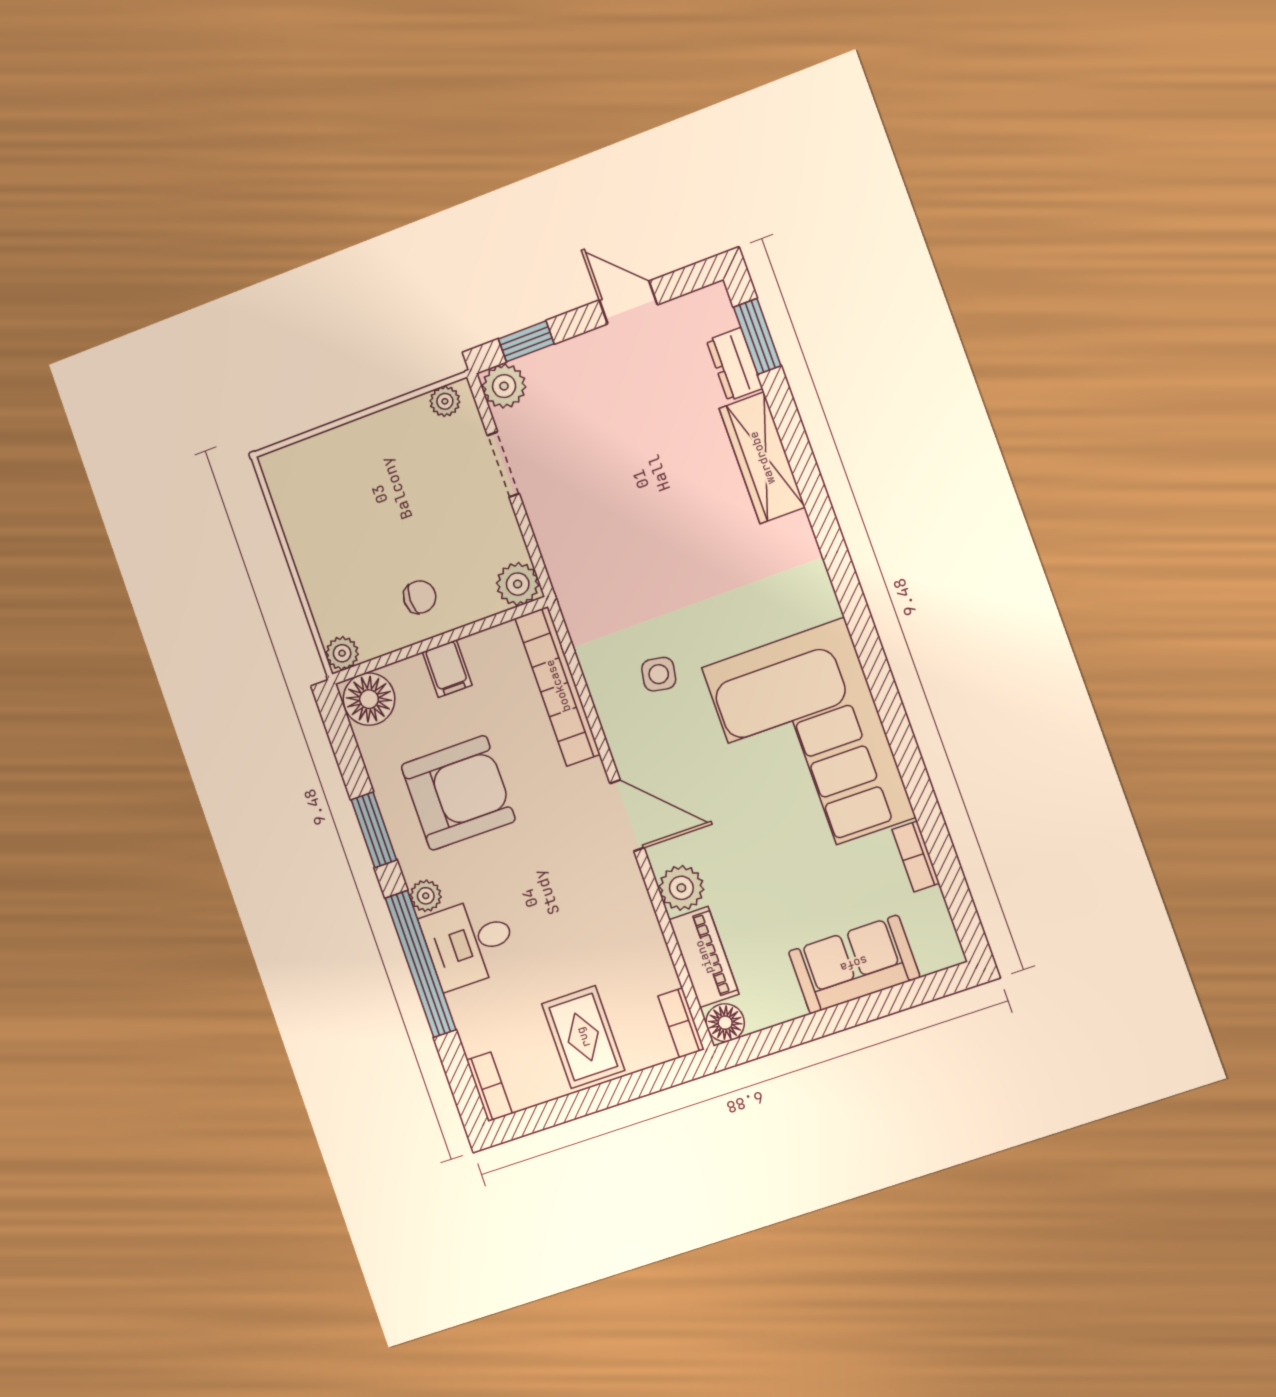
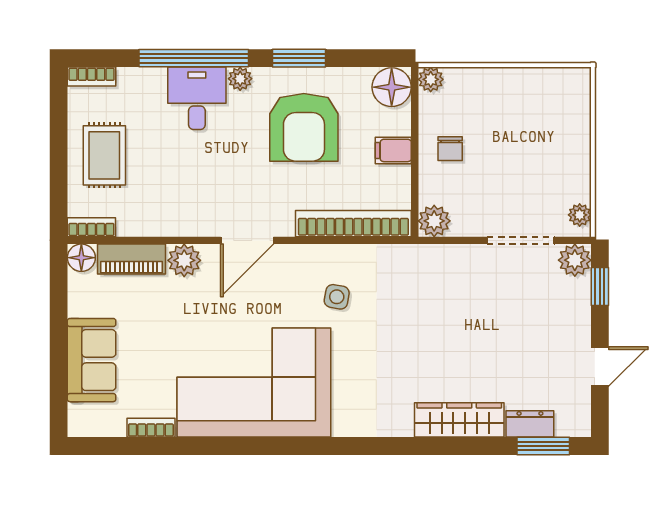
doorway: (503, 464) -> (521, 240), width x1.38
rug: (583, 1037) -> (104, 155), turned 90

